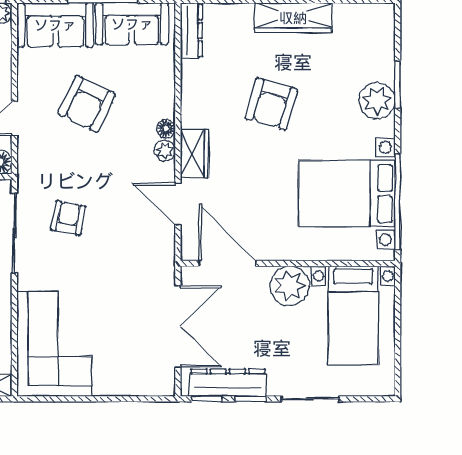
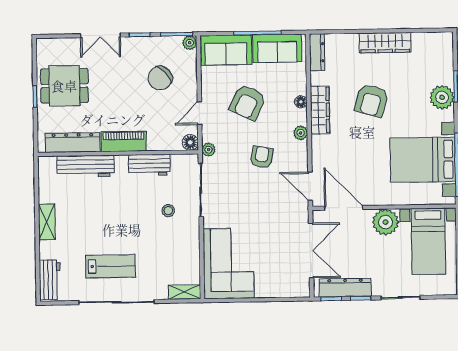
floor lamp: (166, 129) -> (301, 102), moved
wardrobe: (194, 154) -> (320, 110), moved, width x1.50
plant: (27, 173) -> (209, 150), added
door: (178, 204) -> (310, 186), moved
armchair: (68, 218) -> (262, 157), moved

